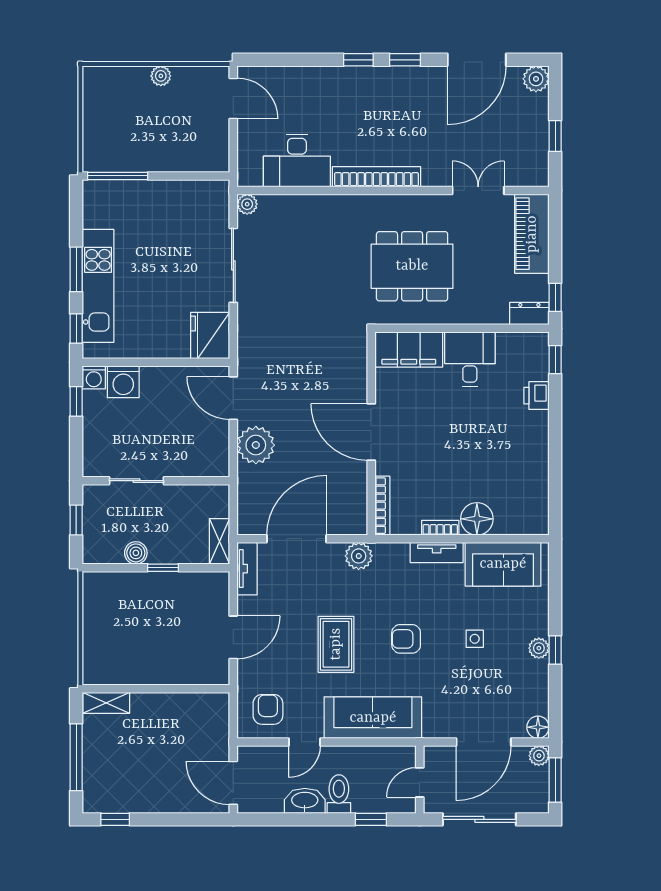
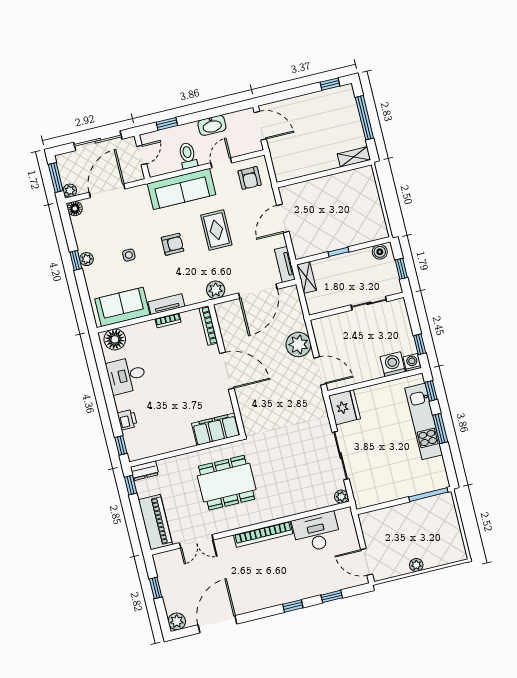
window: (405, 60) -> (332, 596), moved
desk: (470, 359) -> (126, 375), moved, turned 90
floor lamp: (477, 519) -> (115, 339), moved
boiler: (136, 553) -> (380, 252), moved
toilet: (339, 794) -> (188, 156), moved, turned 180

